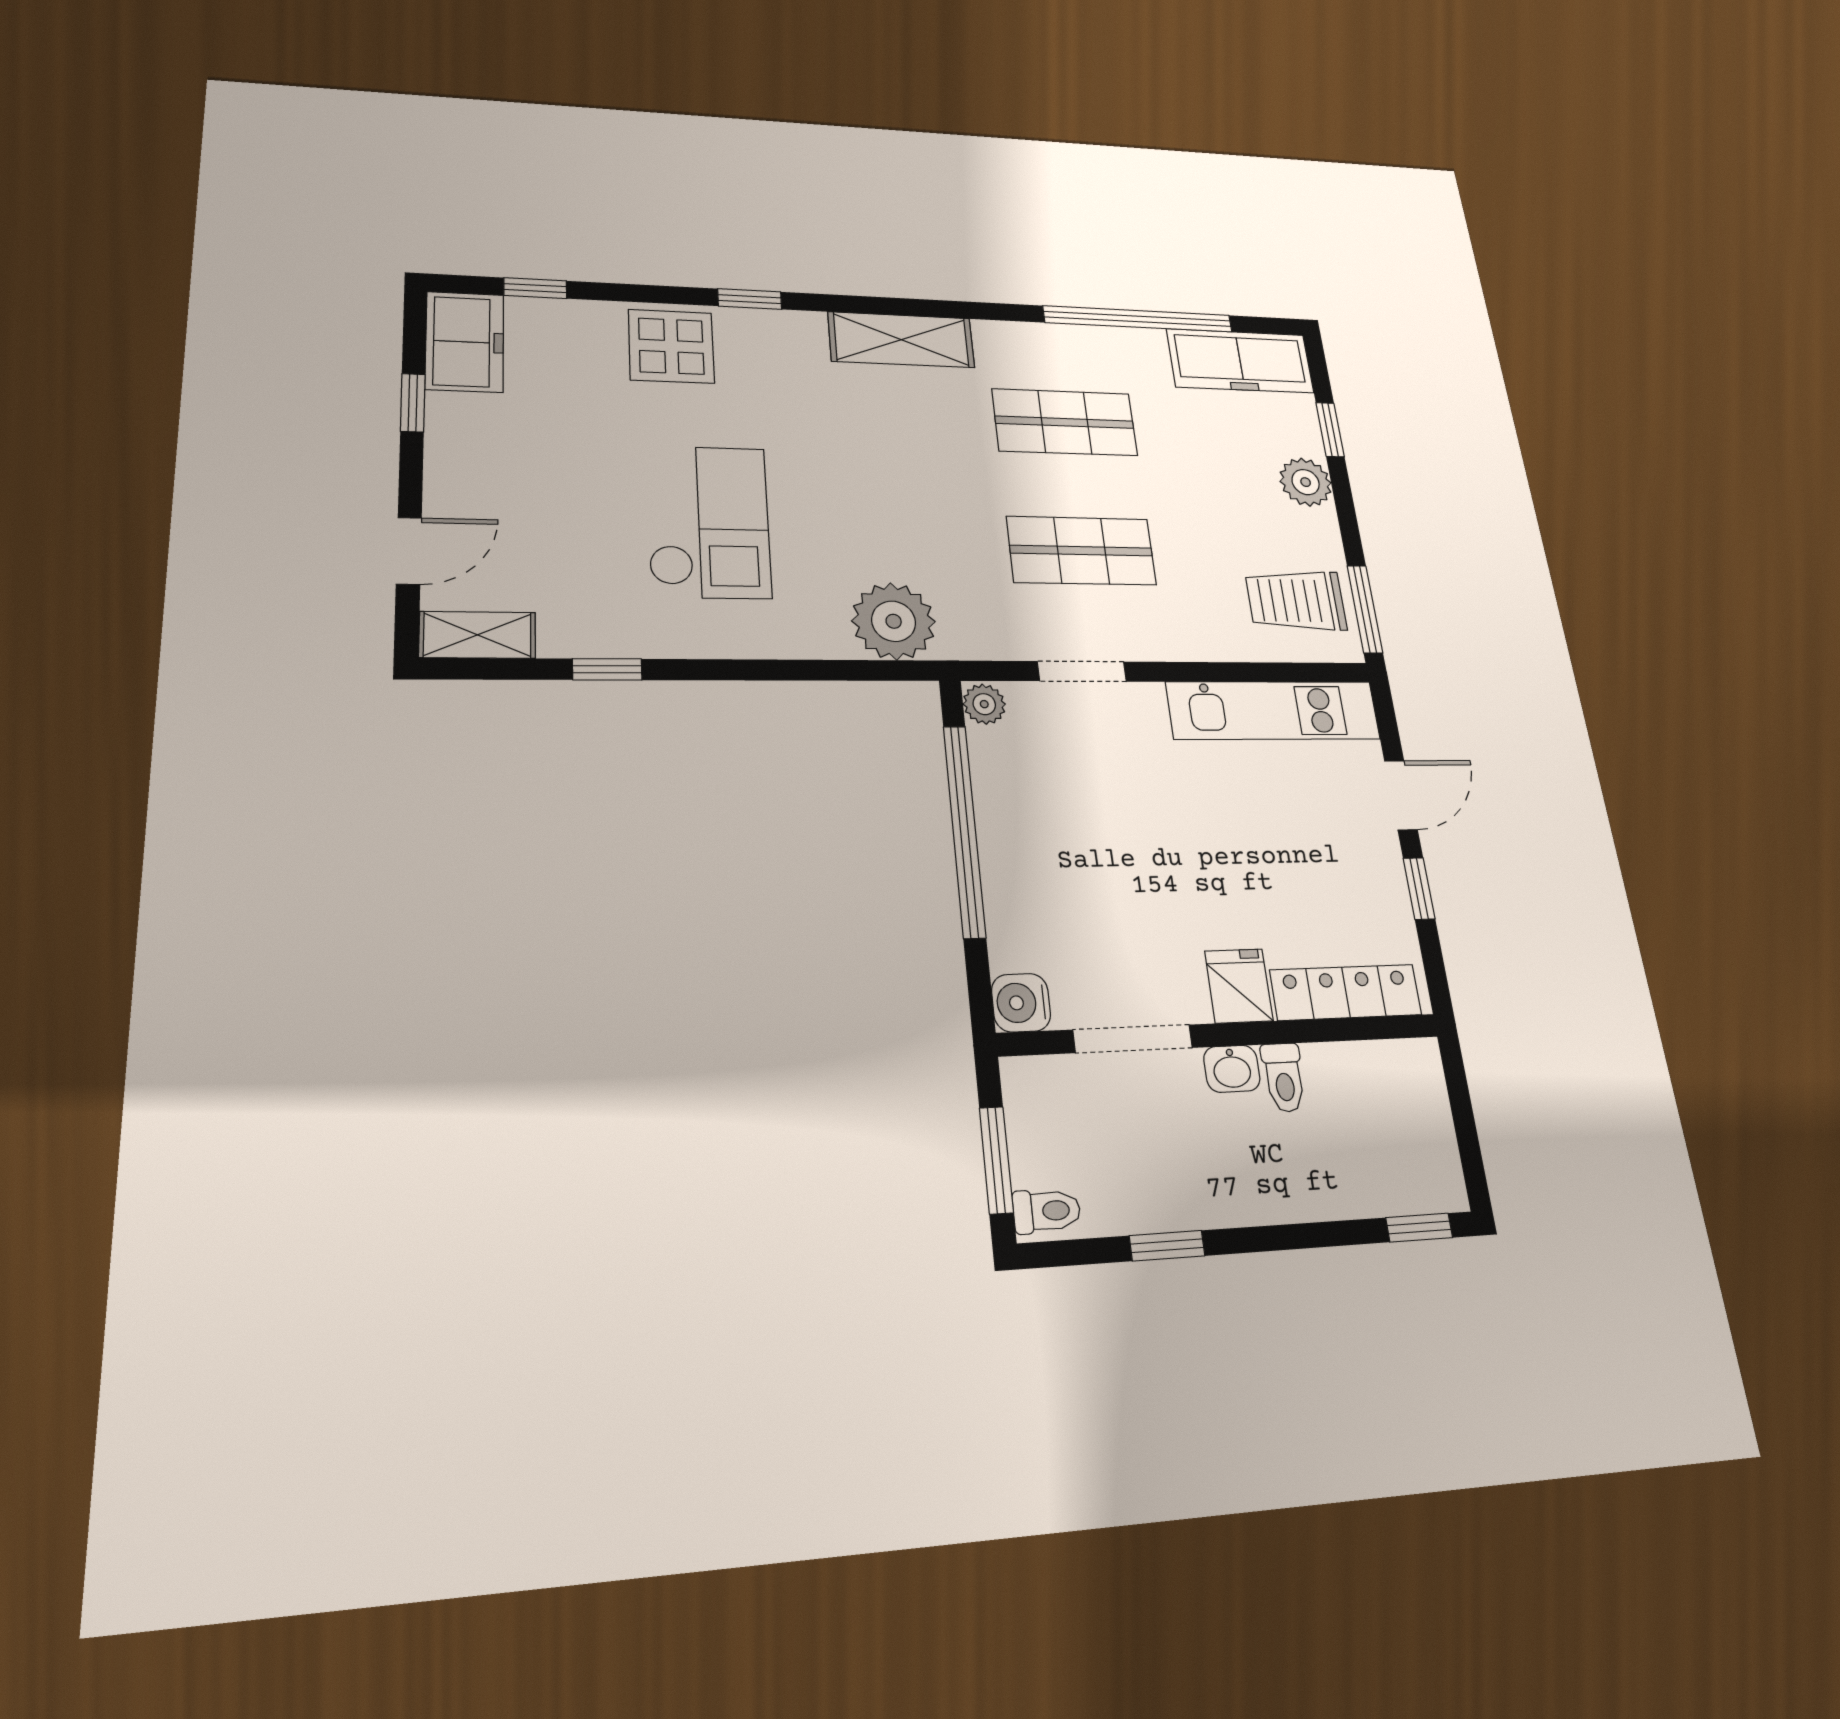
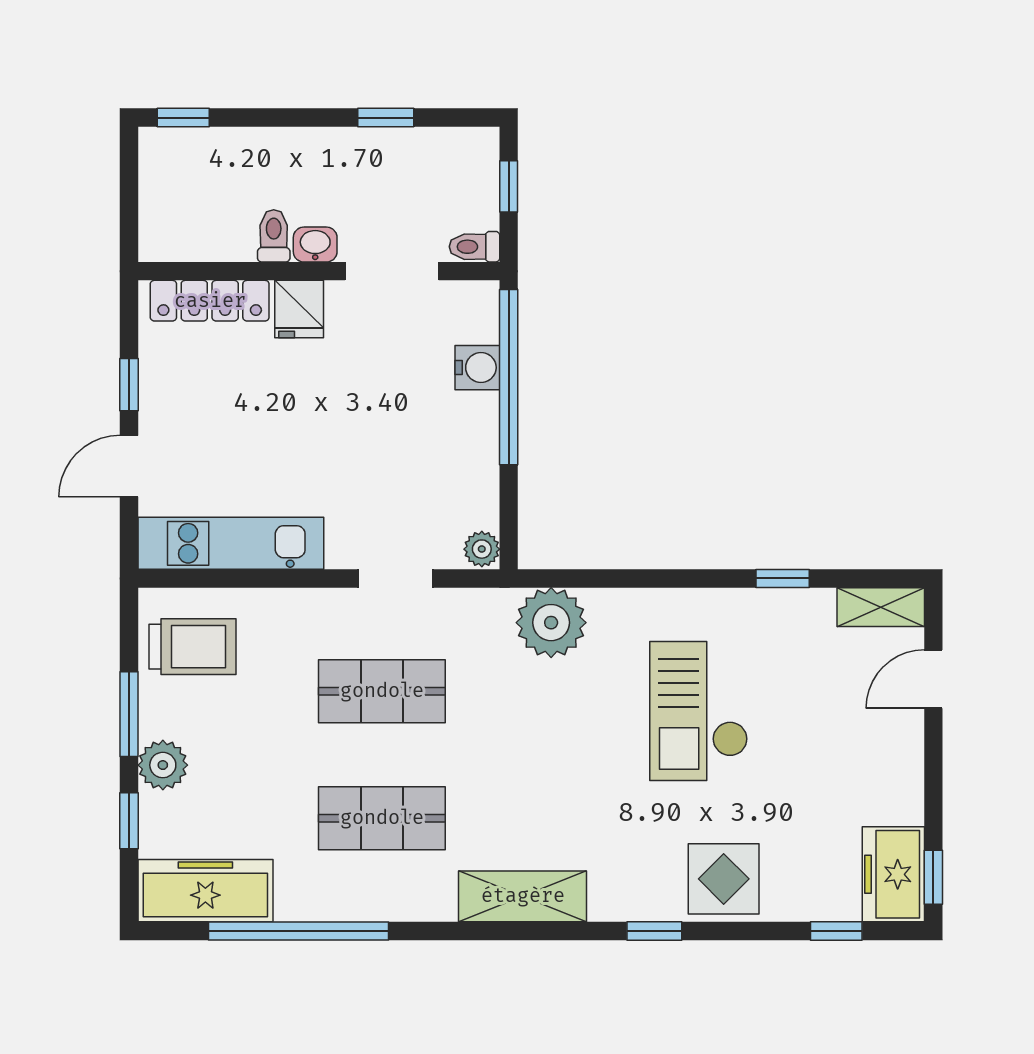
window: (413, 403) -> (933, 877), moved
window: (1365, 609) -> (129, 714), moved
window: (964, 830) -> (509, 377), moved
water cooler: (1021, 1003) -> (477, 368), moved
window: (996, 1160) -> (509, 186), width x0.67
toilet: (1047, 1211) -> (474, 247), moved

